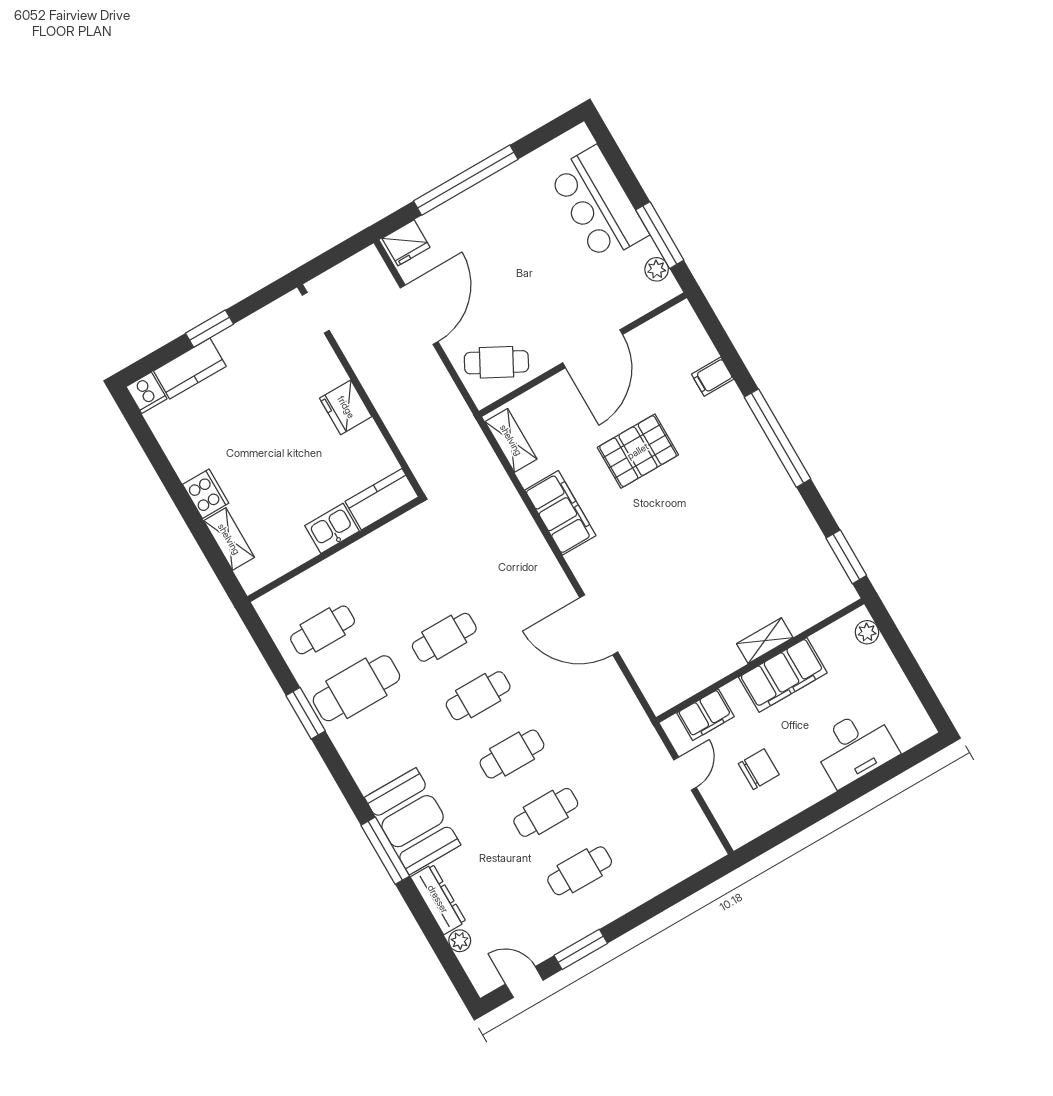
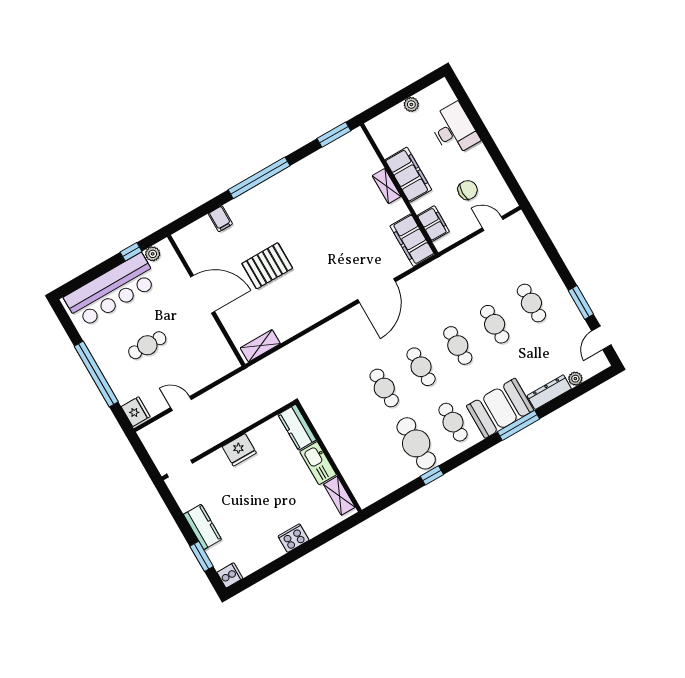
bar counter: (598, 204) -> (111, 290), width x1.36
window: (660, 235) -> (131, 252), width x0.46
door: (419, 315) -> (181, 403), width x0.53
window: (209, 329) -> (202, 556), moved
cafe table: (496, 362) -> (147, 345), moved, turned 62
kitchen counter: (190, 369) -> (202, 527), moved
pallet: (638, 451) -> (267, 266), turned 90
filing cabinet: (560, 513) -> (412, 240), moved, turned -90
kitchen sink: (332, 528) -> (318, 463), width x1.38
shelving: (229, 539) -> (339, 496), moved, turned 90
cafe table: (323, 630) -> (453, 422), moved
plant: (867, 632) -> (411, 104), moved
window: (306, 713) -> (432, 475), width x0.67
chair: (759, 769) -> (468, 190), turned 90
door: (685, 774) -> (493, 224), moved

